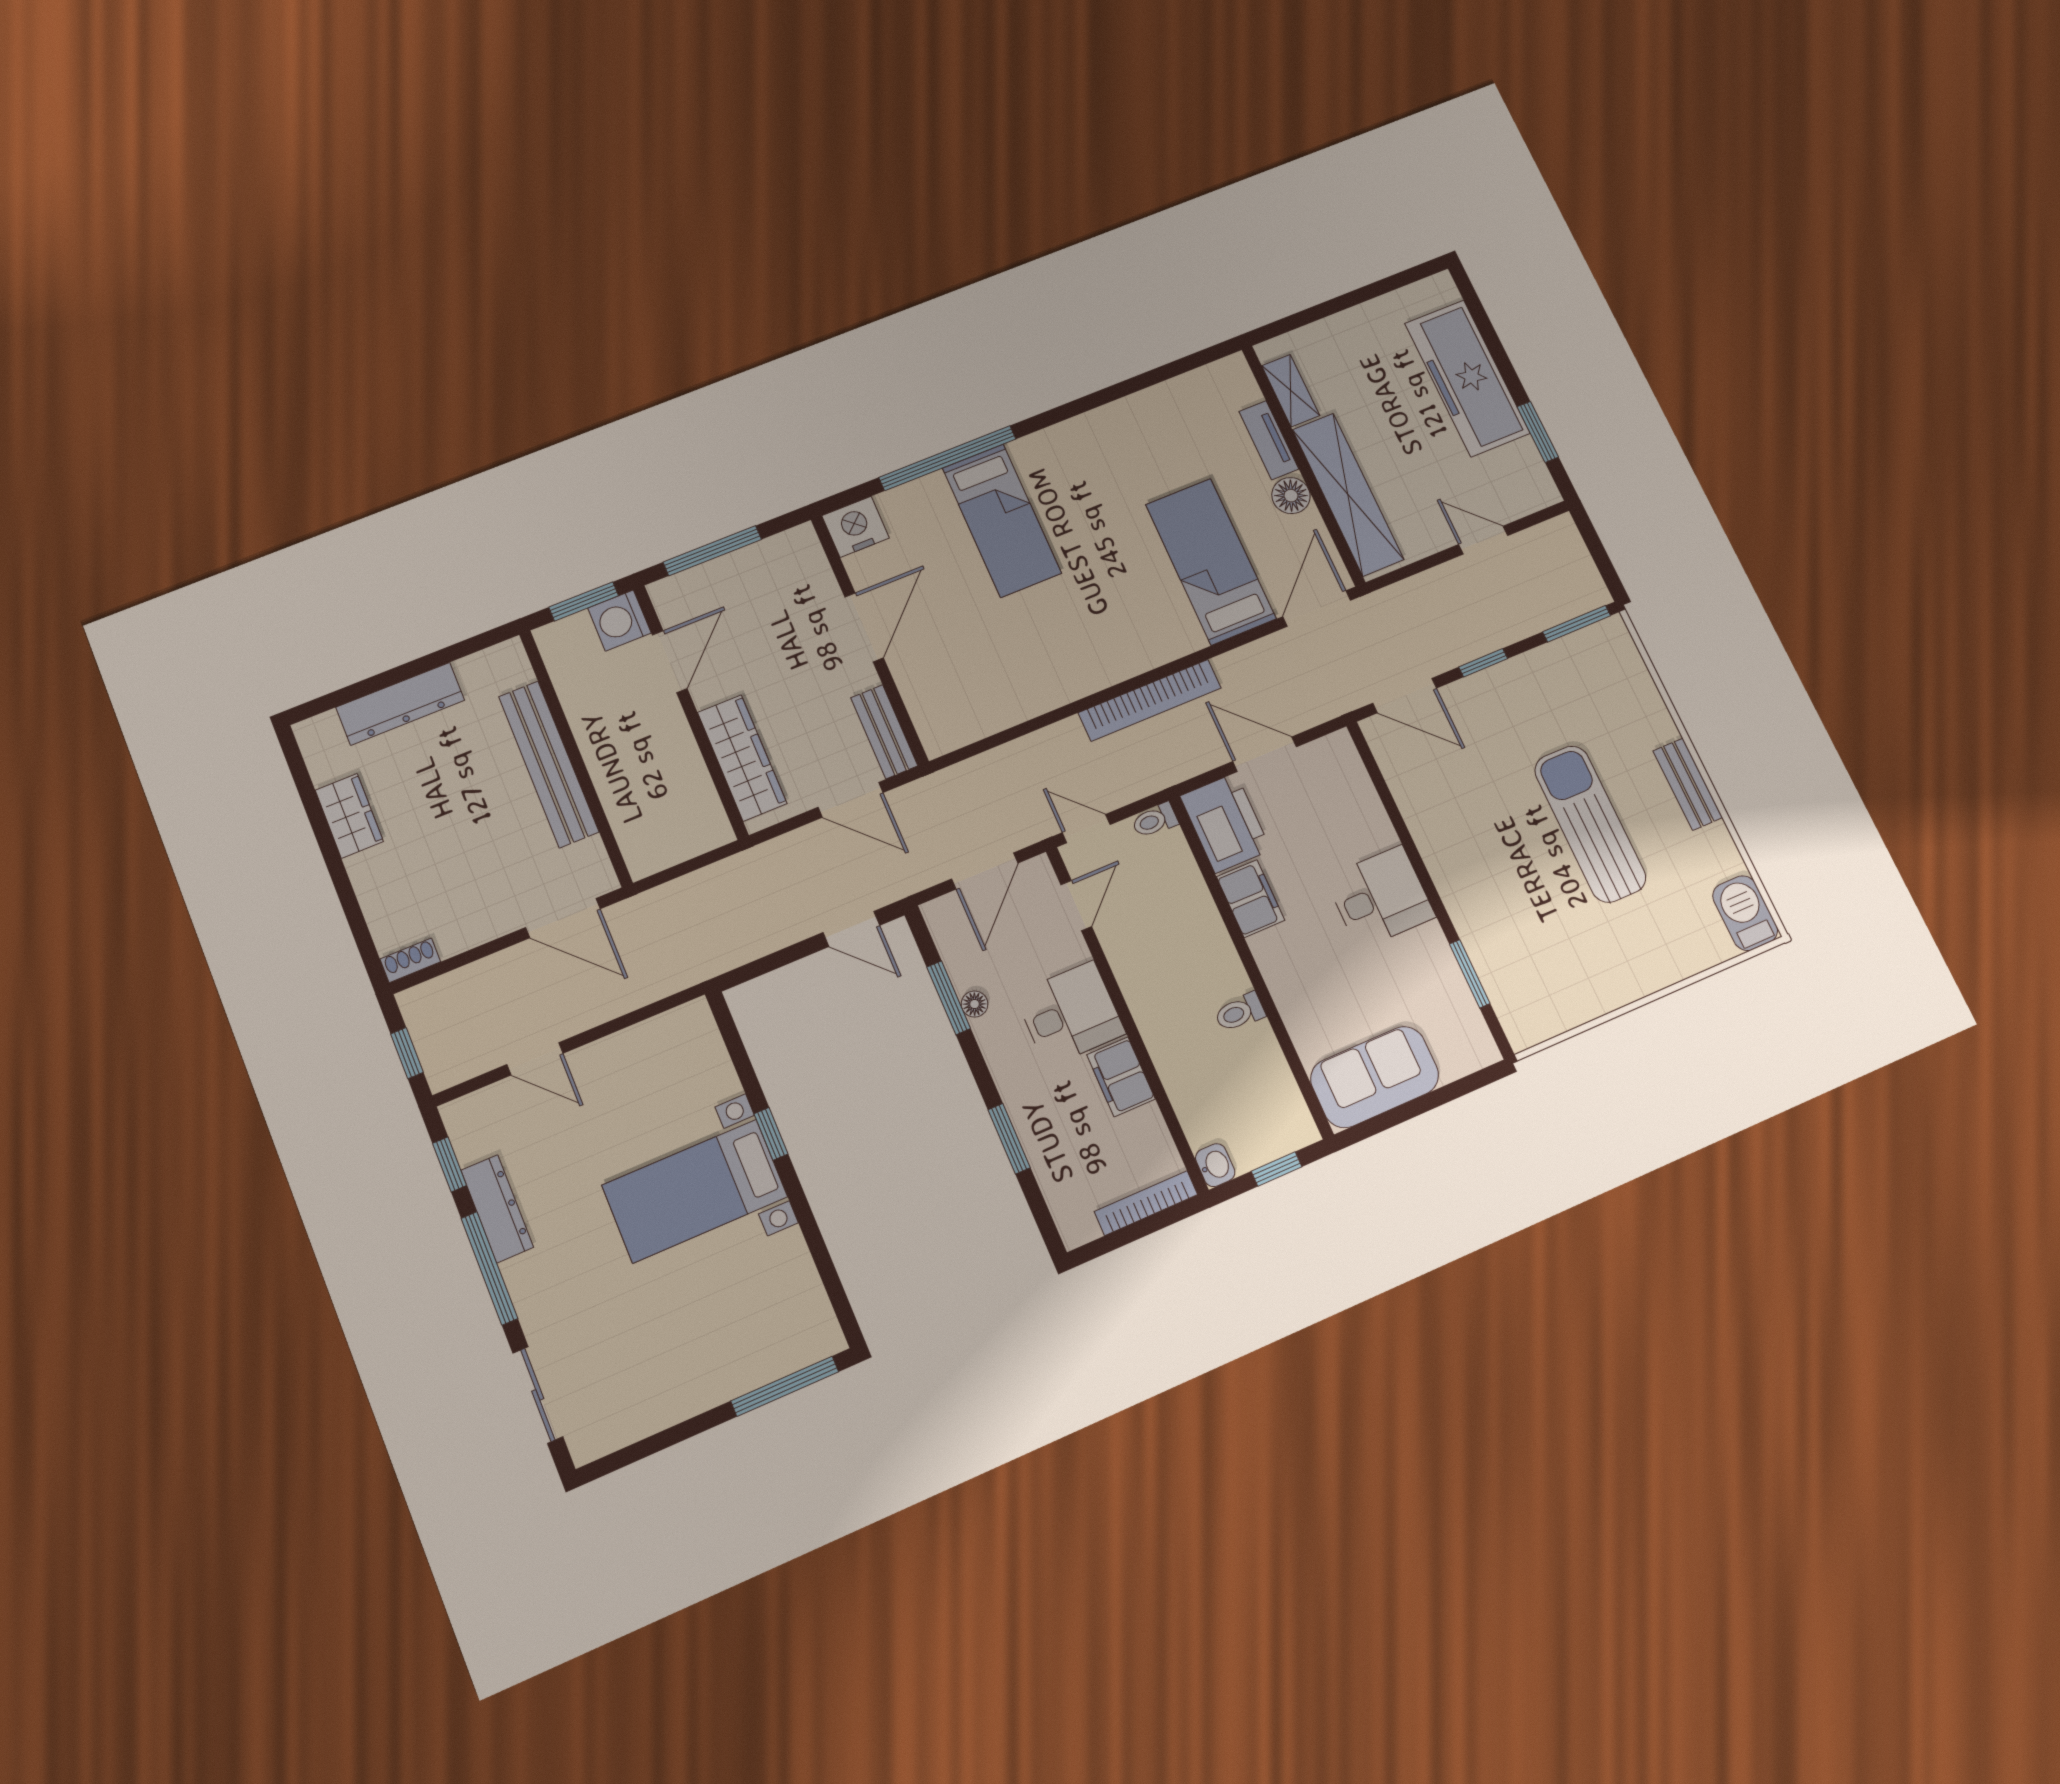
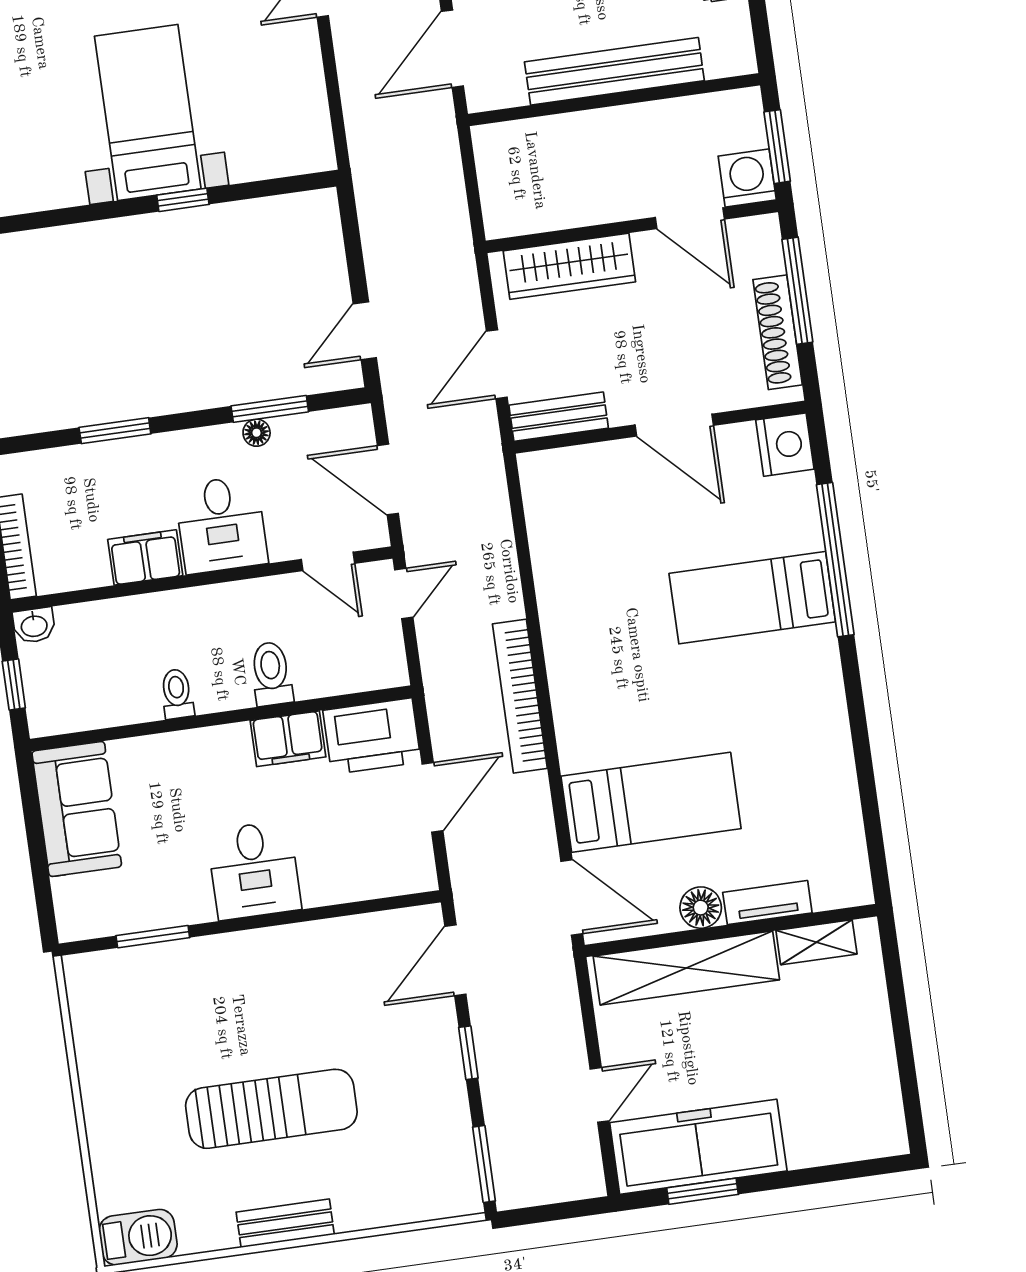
freezer: (1467, 378) -> (698, 1147), moved
shoe rack: (755, 559) -> (778, 332), added
toilet: (1155, 820) -> (271, 674), moved, width x1.37, depth x1.39

